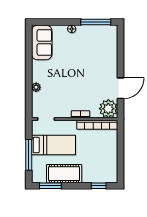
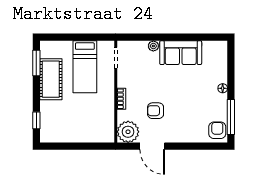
armchair: (107, 33) -> (217, 130), added
sofa: (42, 42) -> (181, 53), moved
armchair: (91, 85) -> (156, 111), added
bookcase: (97, 125) -> (109, 119), removed
window: (29, 155) -> (73, 37), removed

